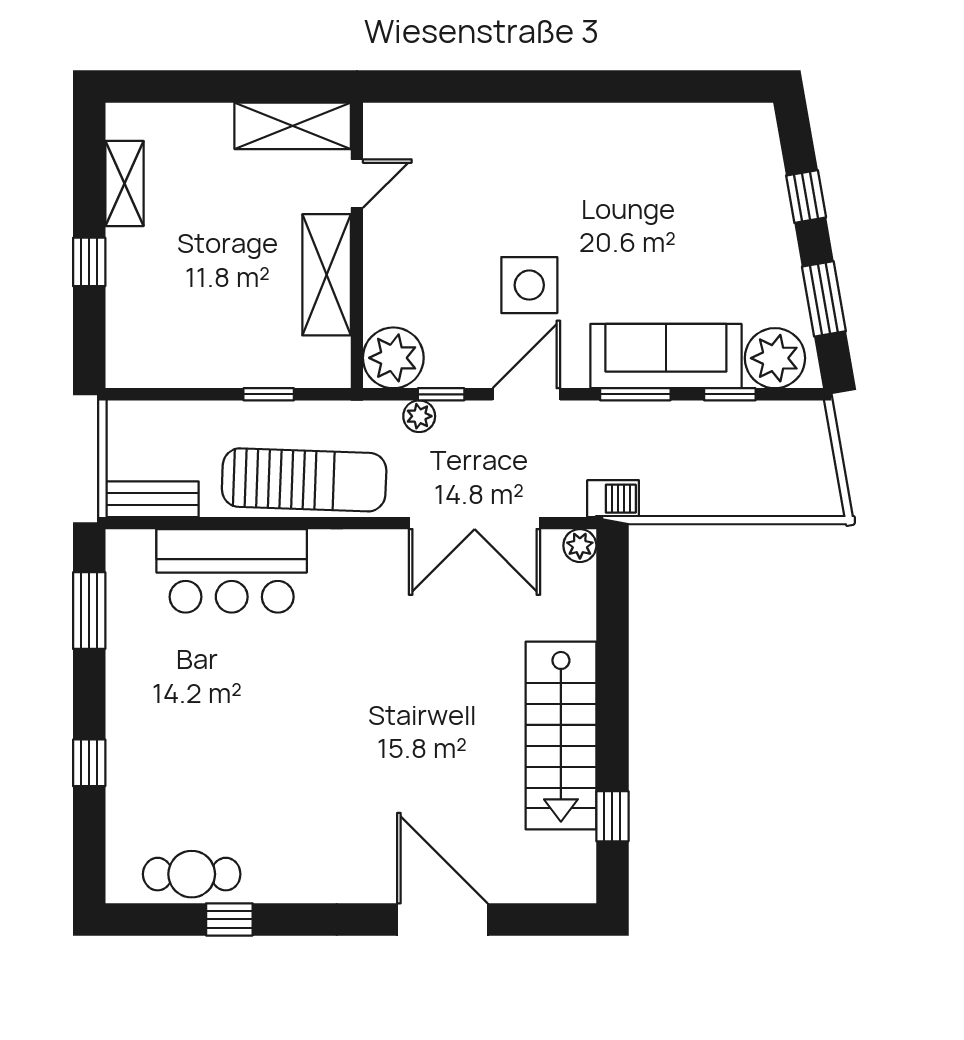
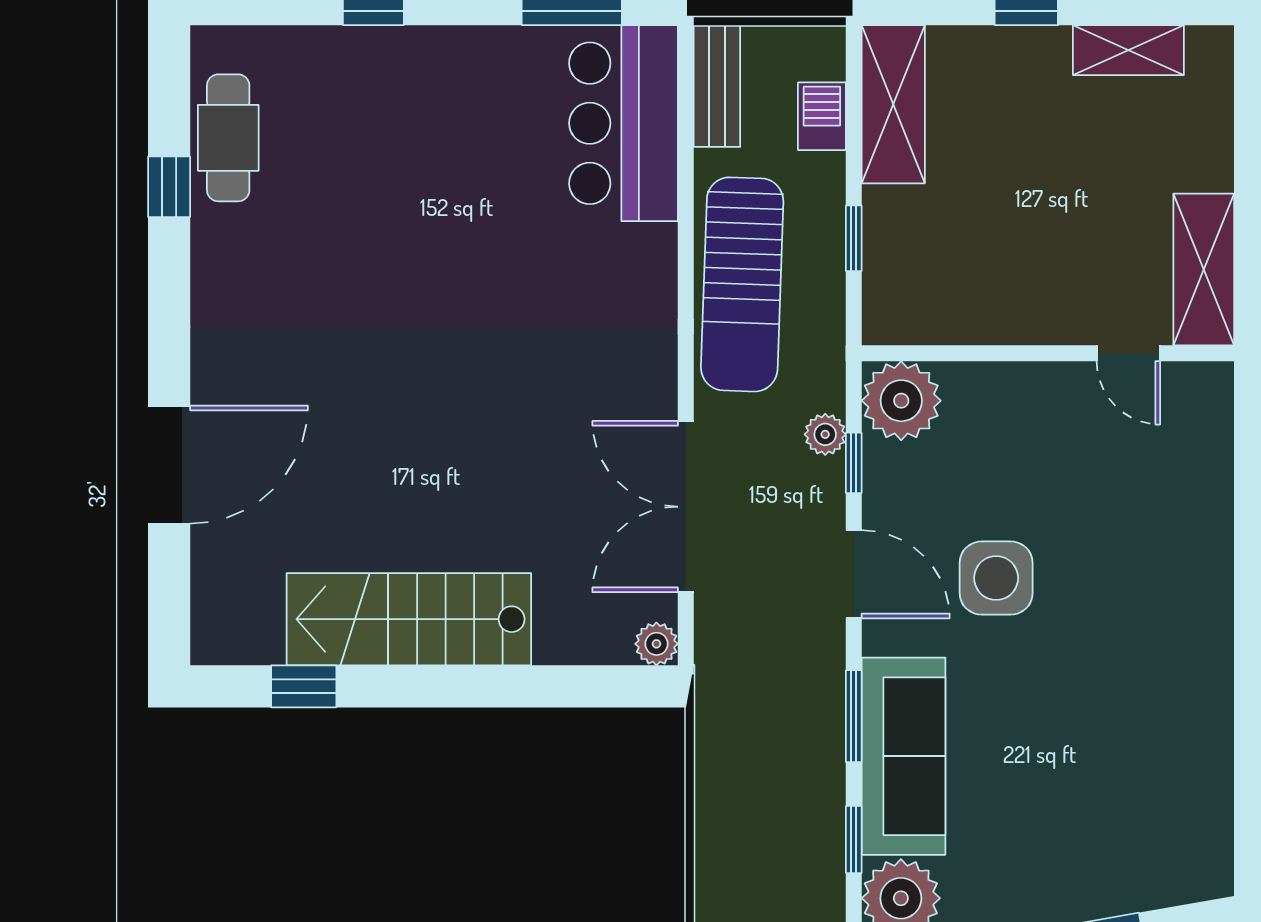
shelving: (327, 275) -> (893, 104), moved, turned 90
barbecue: (613, 499) -> (822, 116), moved, turned 180
bar counter: (232, 571) -> (624, 123), moved

